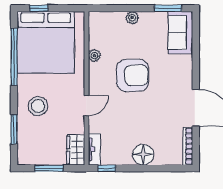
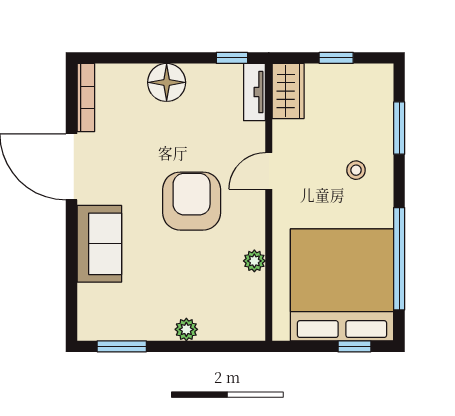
sofa: (180, 33) -> (99, 244), moved
armchair: (133, 75) -> (192, 201), moved, turned 90
stool: (38, 106) -> (356, 170), width x0.53, depth x0.53
window: (49, 168) -> (336, 58), width x0.67

